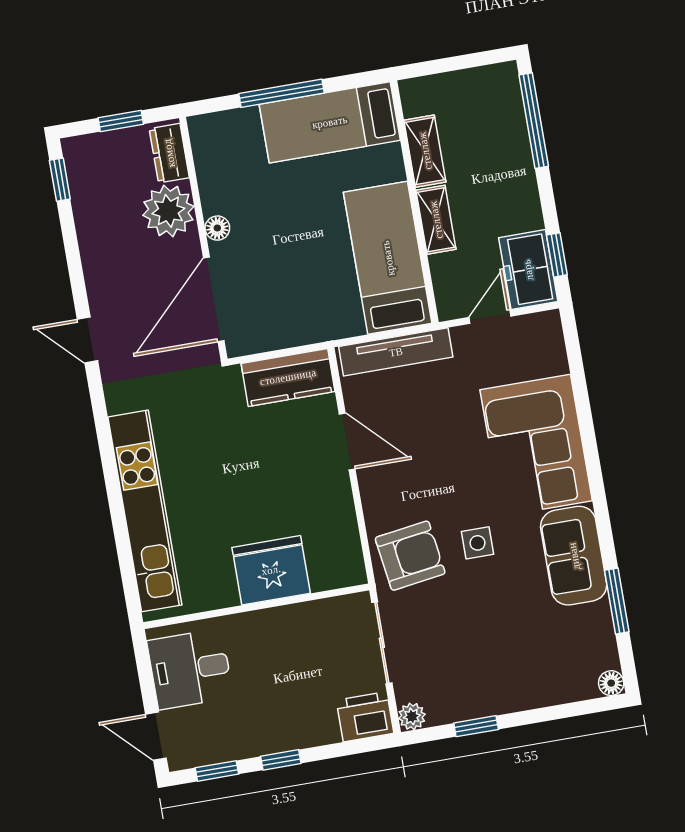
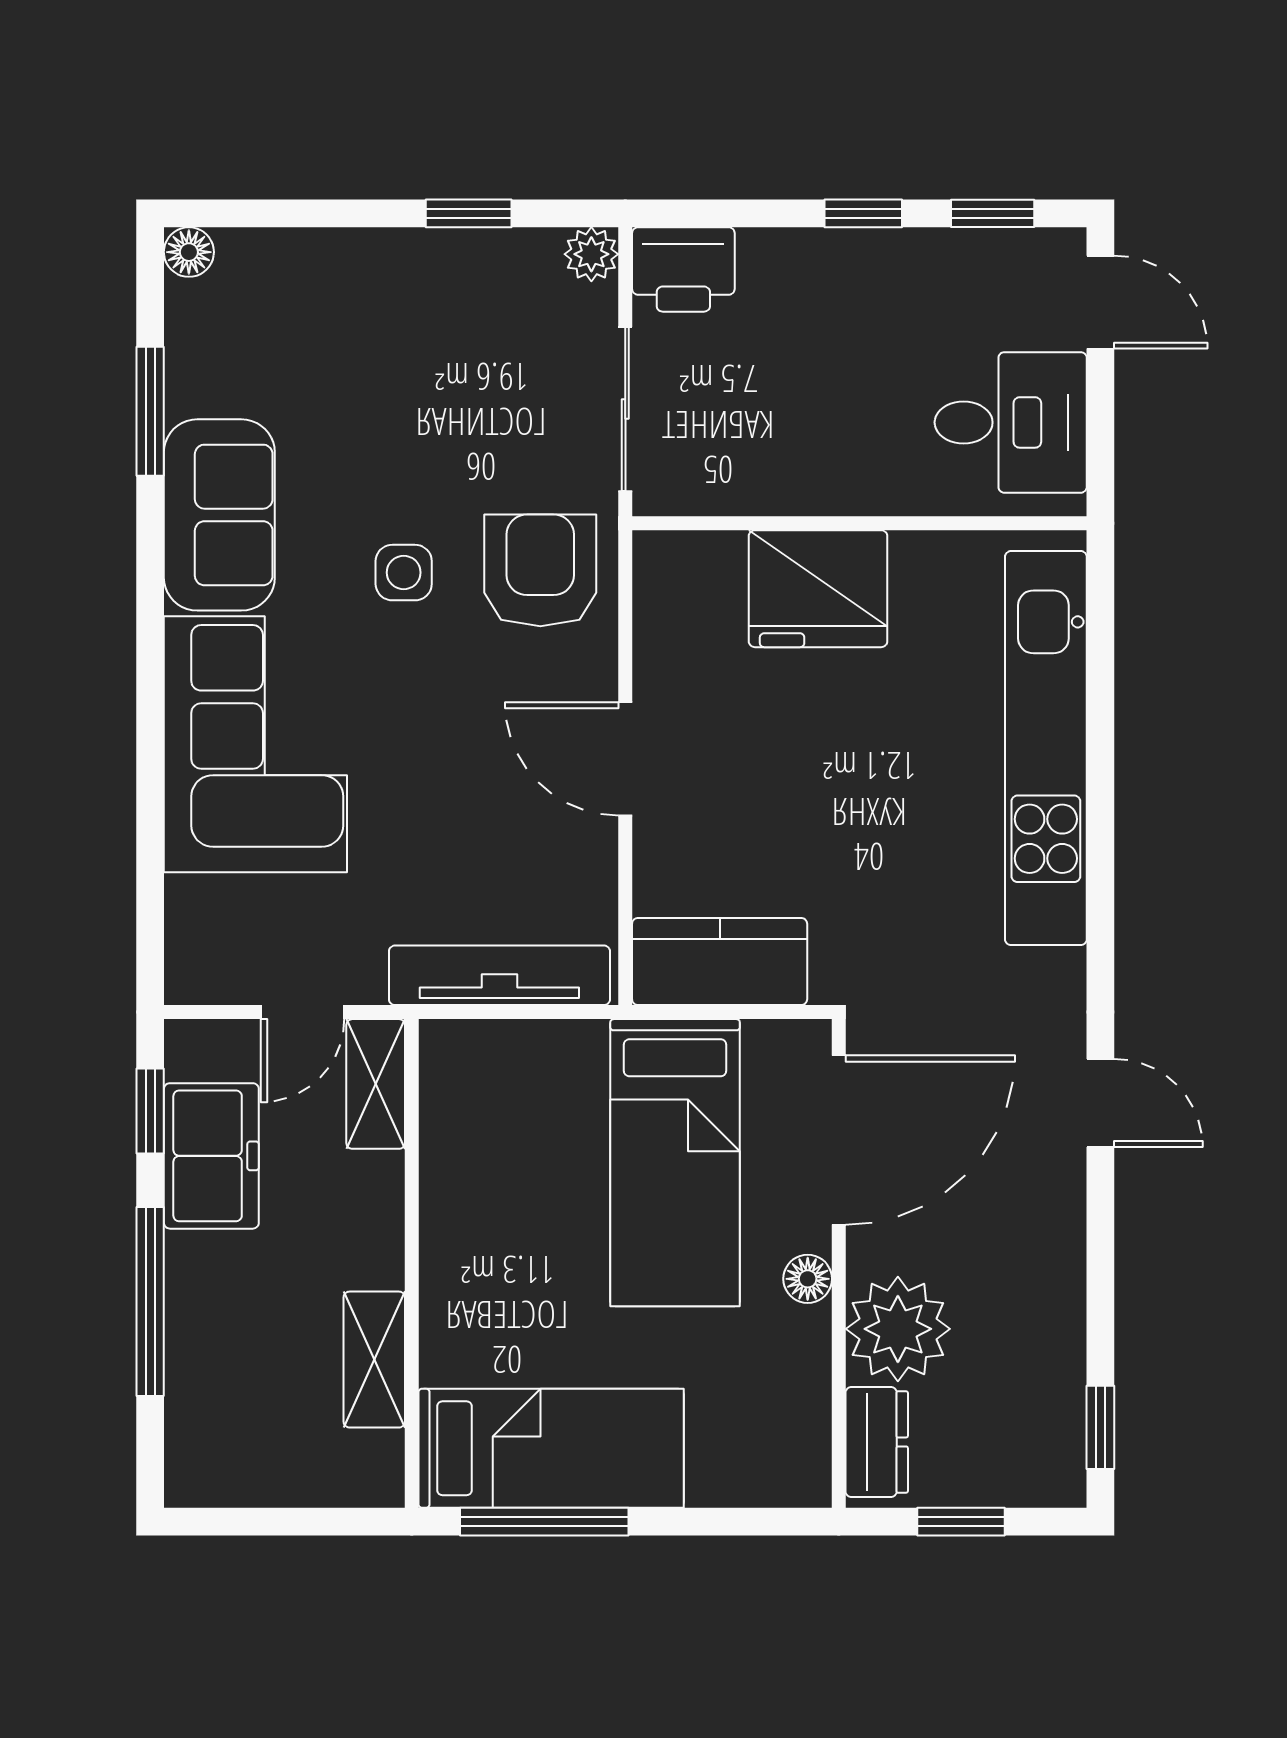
window: (282, 93) -> (544, 1522), moved
window: (534, 121) -> (150, 1302), moved
shelving: (436, 220) -> (376, 1084), moved
bed: (388, 258) -> (675, 1163), moved
freezer: (528, 270) -> (211, 1156), moved
door: (347, 442) -> (625, 759), moved
armchair: (410, 556) -> (540, 570), turned 98

